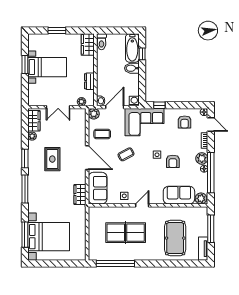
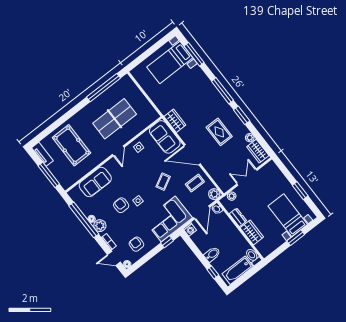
wardrobe: (88, 44) -> (252, 232), moved
bathtub: (132, 48) -> (238, 270), moved, turned -90
bed with nightstands: (47, 67) -> (288, 215), moved, turned 90
plant: (201, 198) -> (75, 193), removed
bed with nightstands: (49, 237) -> (170, 62), width x0.73

